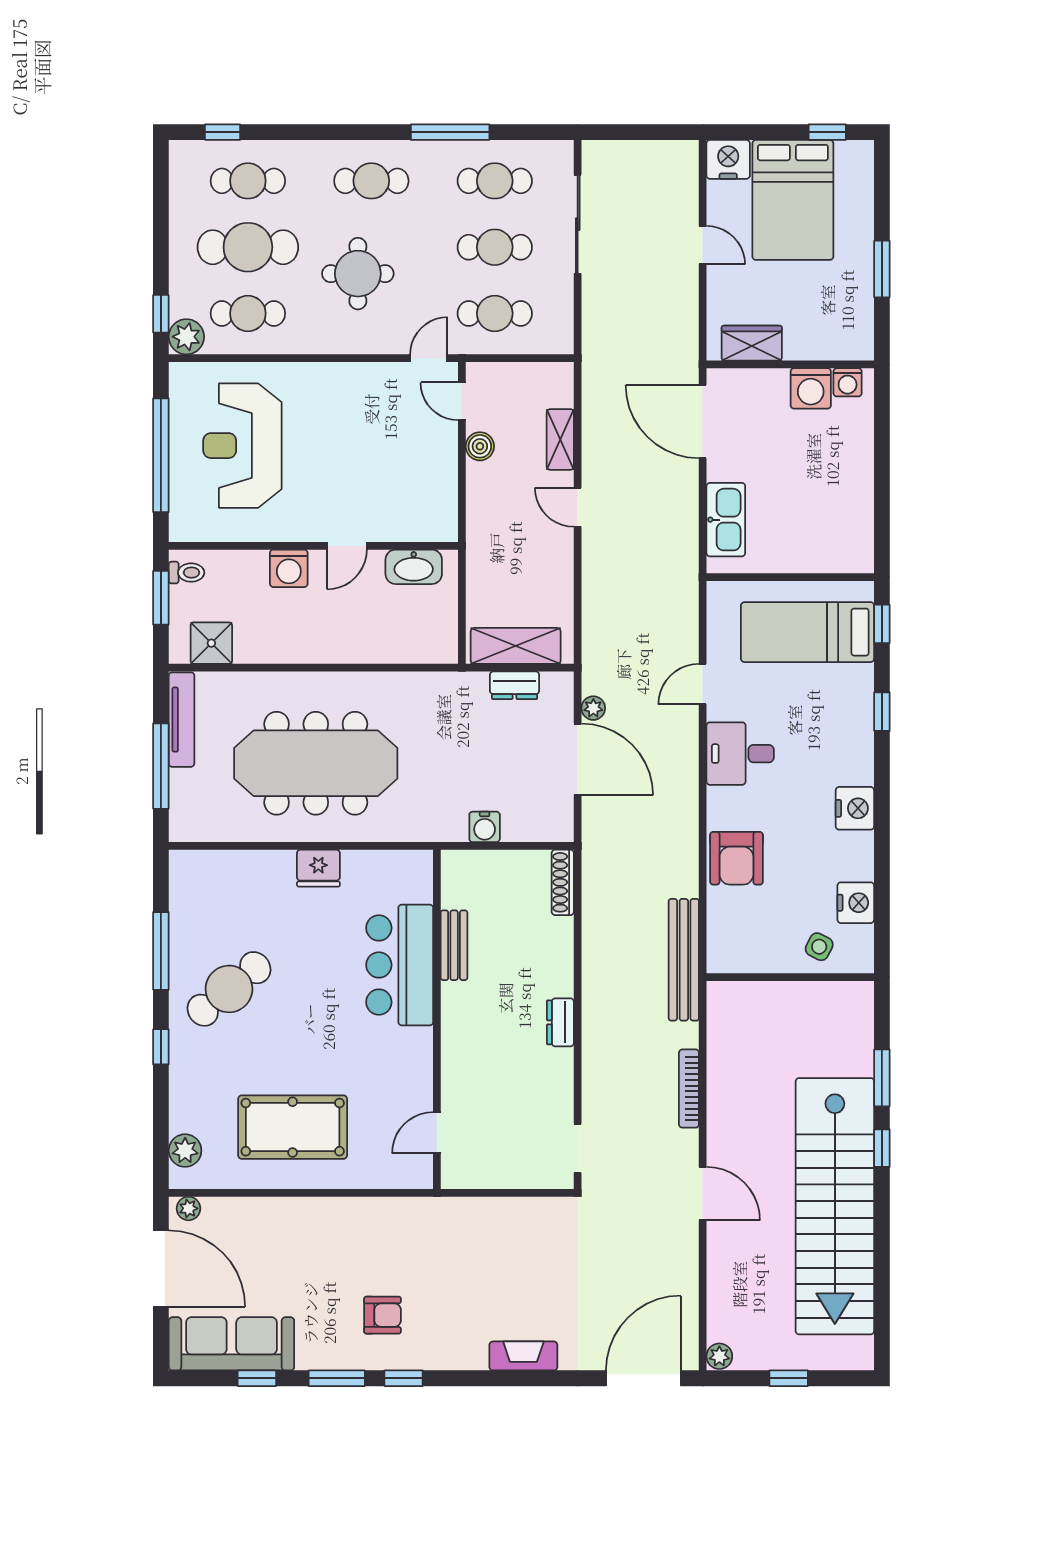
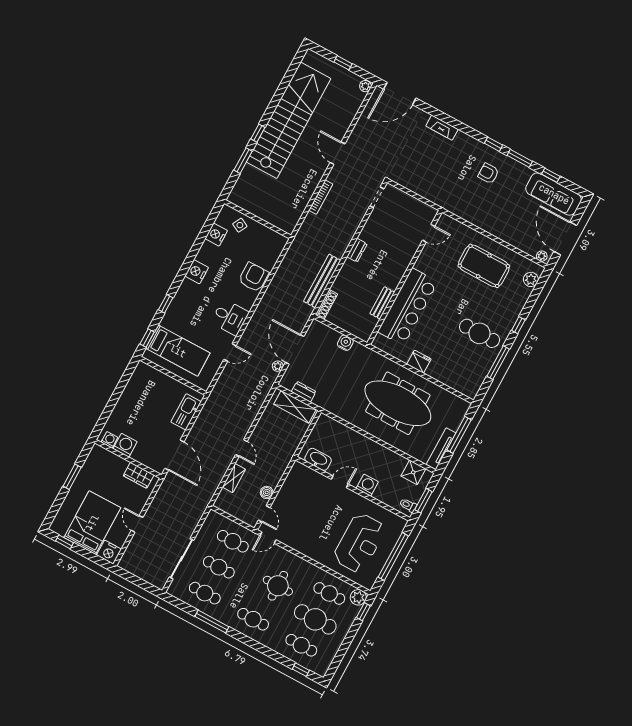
bench: (684, 960) -> (322, 281), moved
bar counter: (400, 965) -> (408, 307), width x1.36
cafe table: (229, 989) -> (479, 333), turned 39

